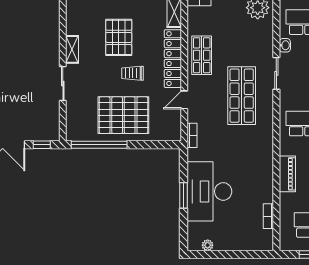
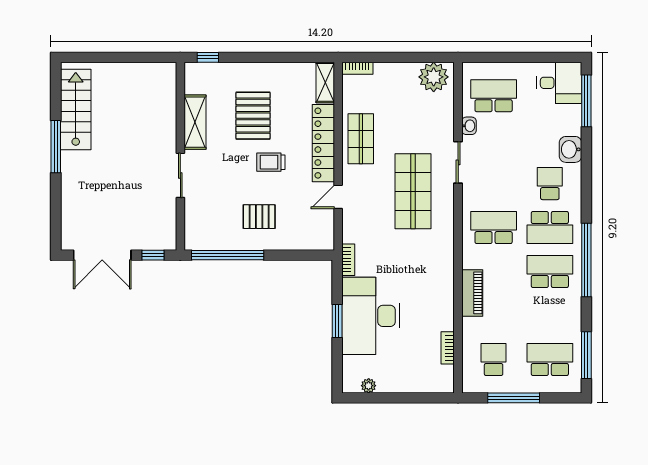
shelving: (72, 49) -> (195, 122), width x1.50, depth x1.33
pallet: (123, 115) -> (259, 217), width x0.49, depth x0.50
bookcase: (192, 135) -> (348, 260), moved

